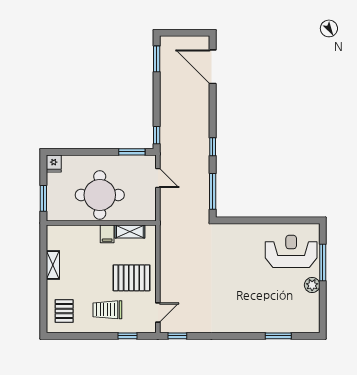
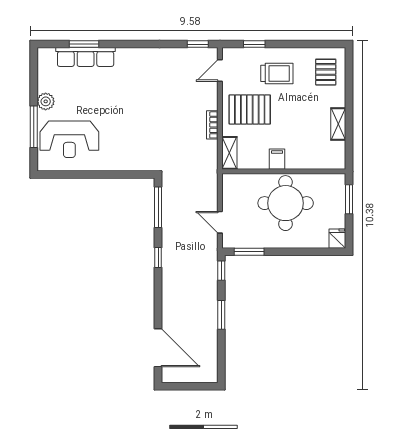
window: (157, 59) -> (221, 315), moved
shelving: (130, 231) -> (229, 153), moved, turned 90
bookcase: (165, 264) -> (212, 125), added
row of seats: (277, 324) -> (86, 57), added

